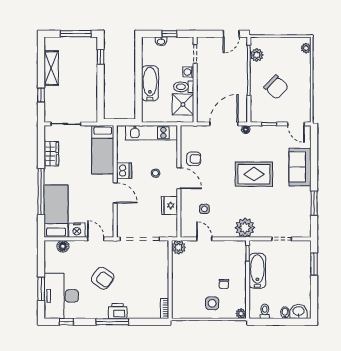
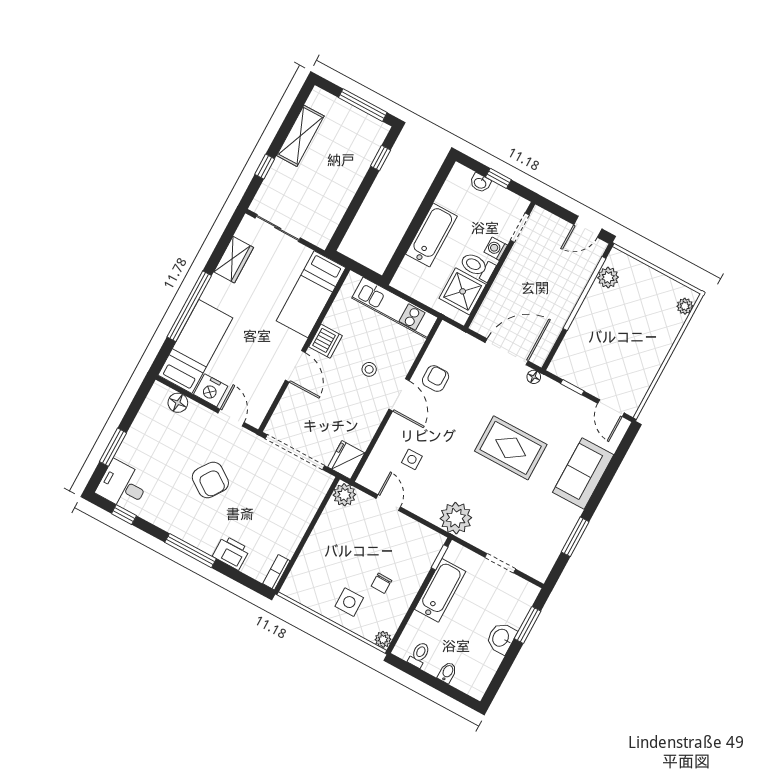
chair: (276, 87) -> (611, 339), removed
armchair: (194, 159) -> (436, 379), turned -90
fridge: (169, 205) -> (346, 460), moved
desk: (61, 296) -> (123, 485), width x0.53, depth x0.77
printer: (118, 311) -> (231, 553), moved
washbasin: (298, 311) -> (501, 638), moved, turned -90

